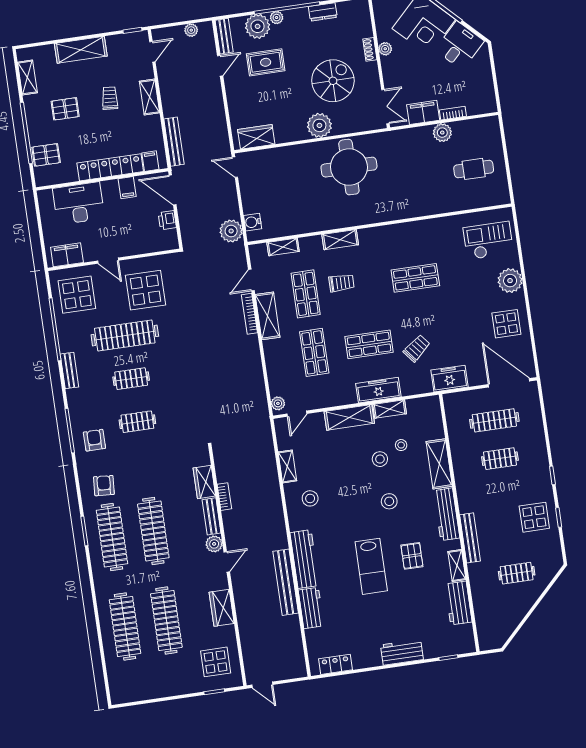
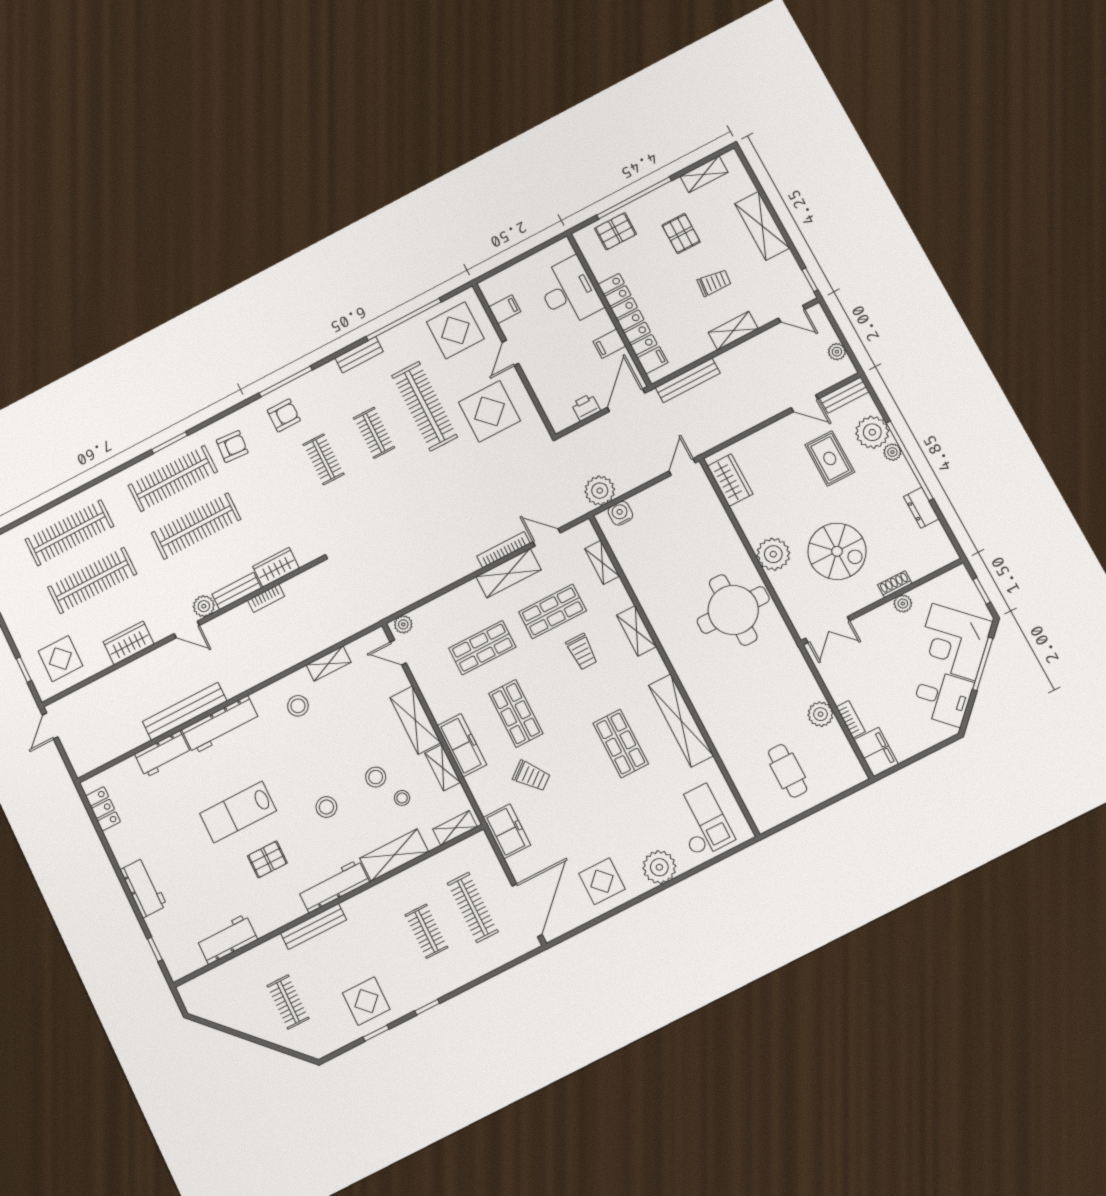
filing cabinet: (423, 112) -> (876, 752), moved
pallet: (46, 155) -> (615, 231), turned 90
shelving: (414, 230) -> (681, 720), added
filing cabinet: (67, 255) -> (505, 309), width x0.50
shelving: (457, 565) -> (455, 828), moved

